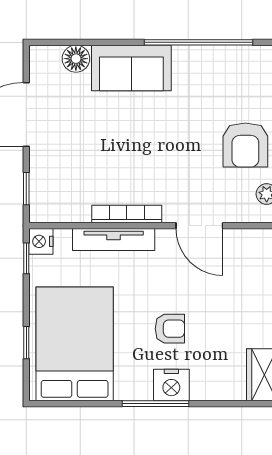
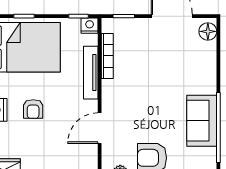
floor lamp: (76, 59) -> (208, 31), moved
sofa: (131, 68) -> (202, 121), moved
bookcase: (127, 214) -> (107, 56), moved

